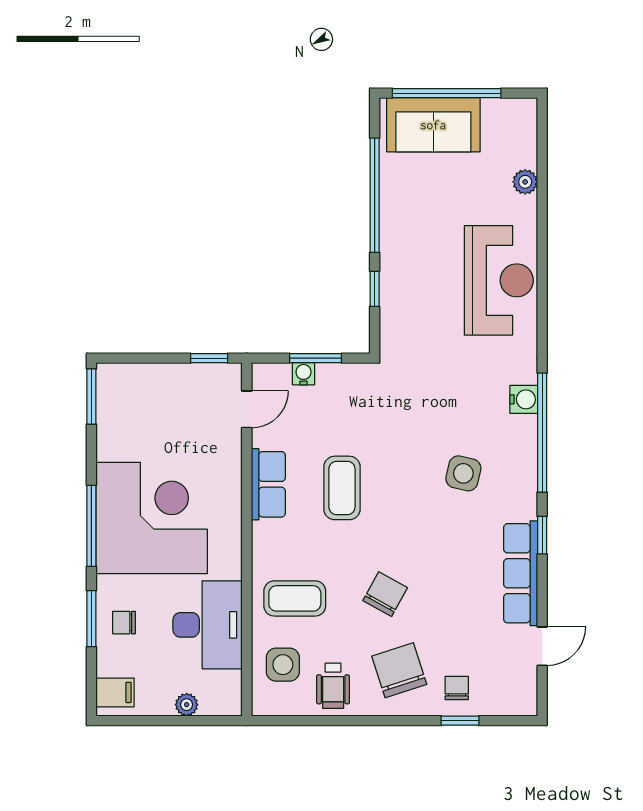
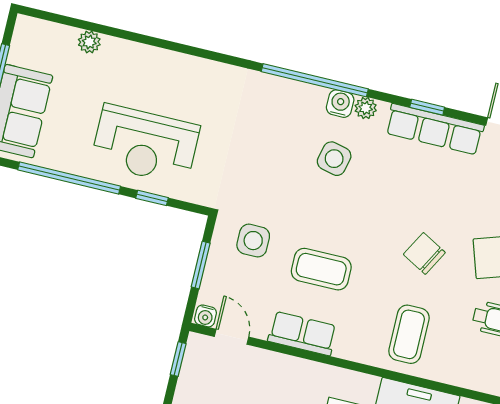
reception desk: (499, 280) -> (145, 145), moved, turned 180
water cooler: (304, 374) -> (206, 316), moved, turned -90
water cooler: (524, 399) -> (340, 104), moved
plant: (525, 494) -> (366, 108), added
window: (542, 535) -> (427, 107), moved
side table: (283, 665) -> (253, 241), moved

